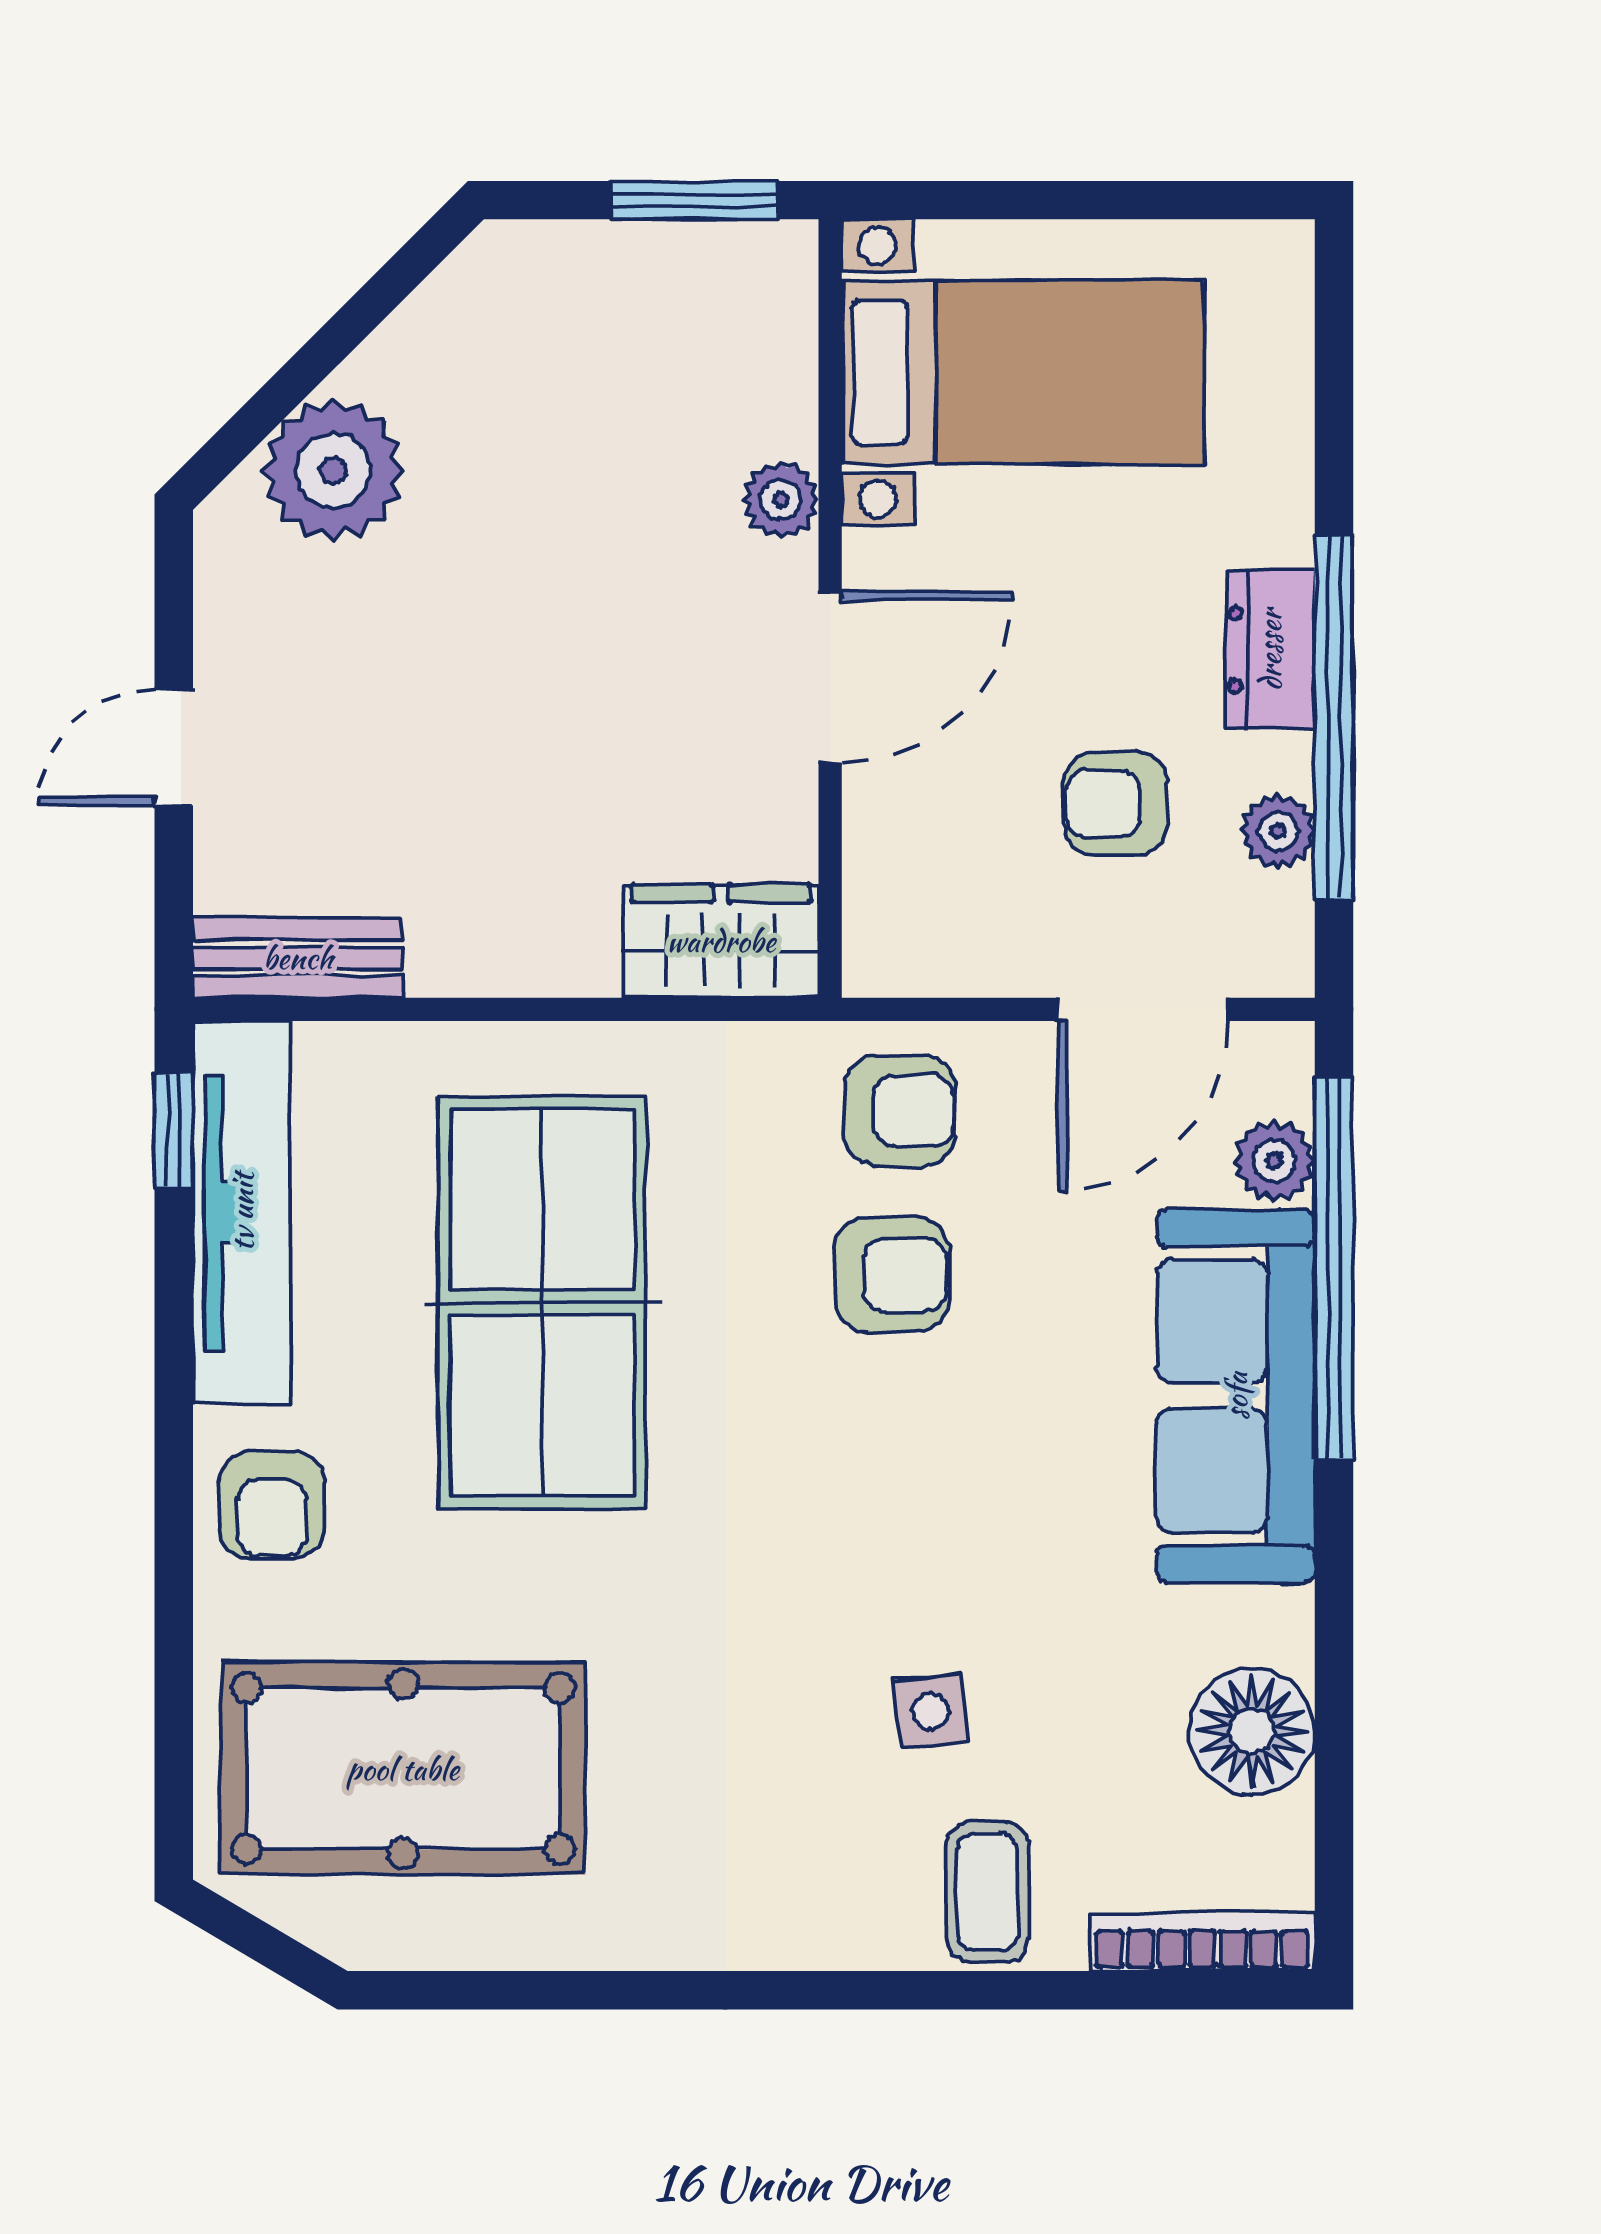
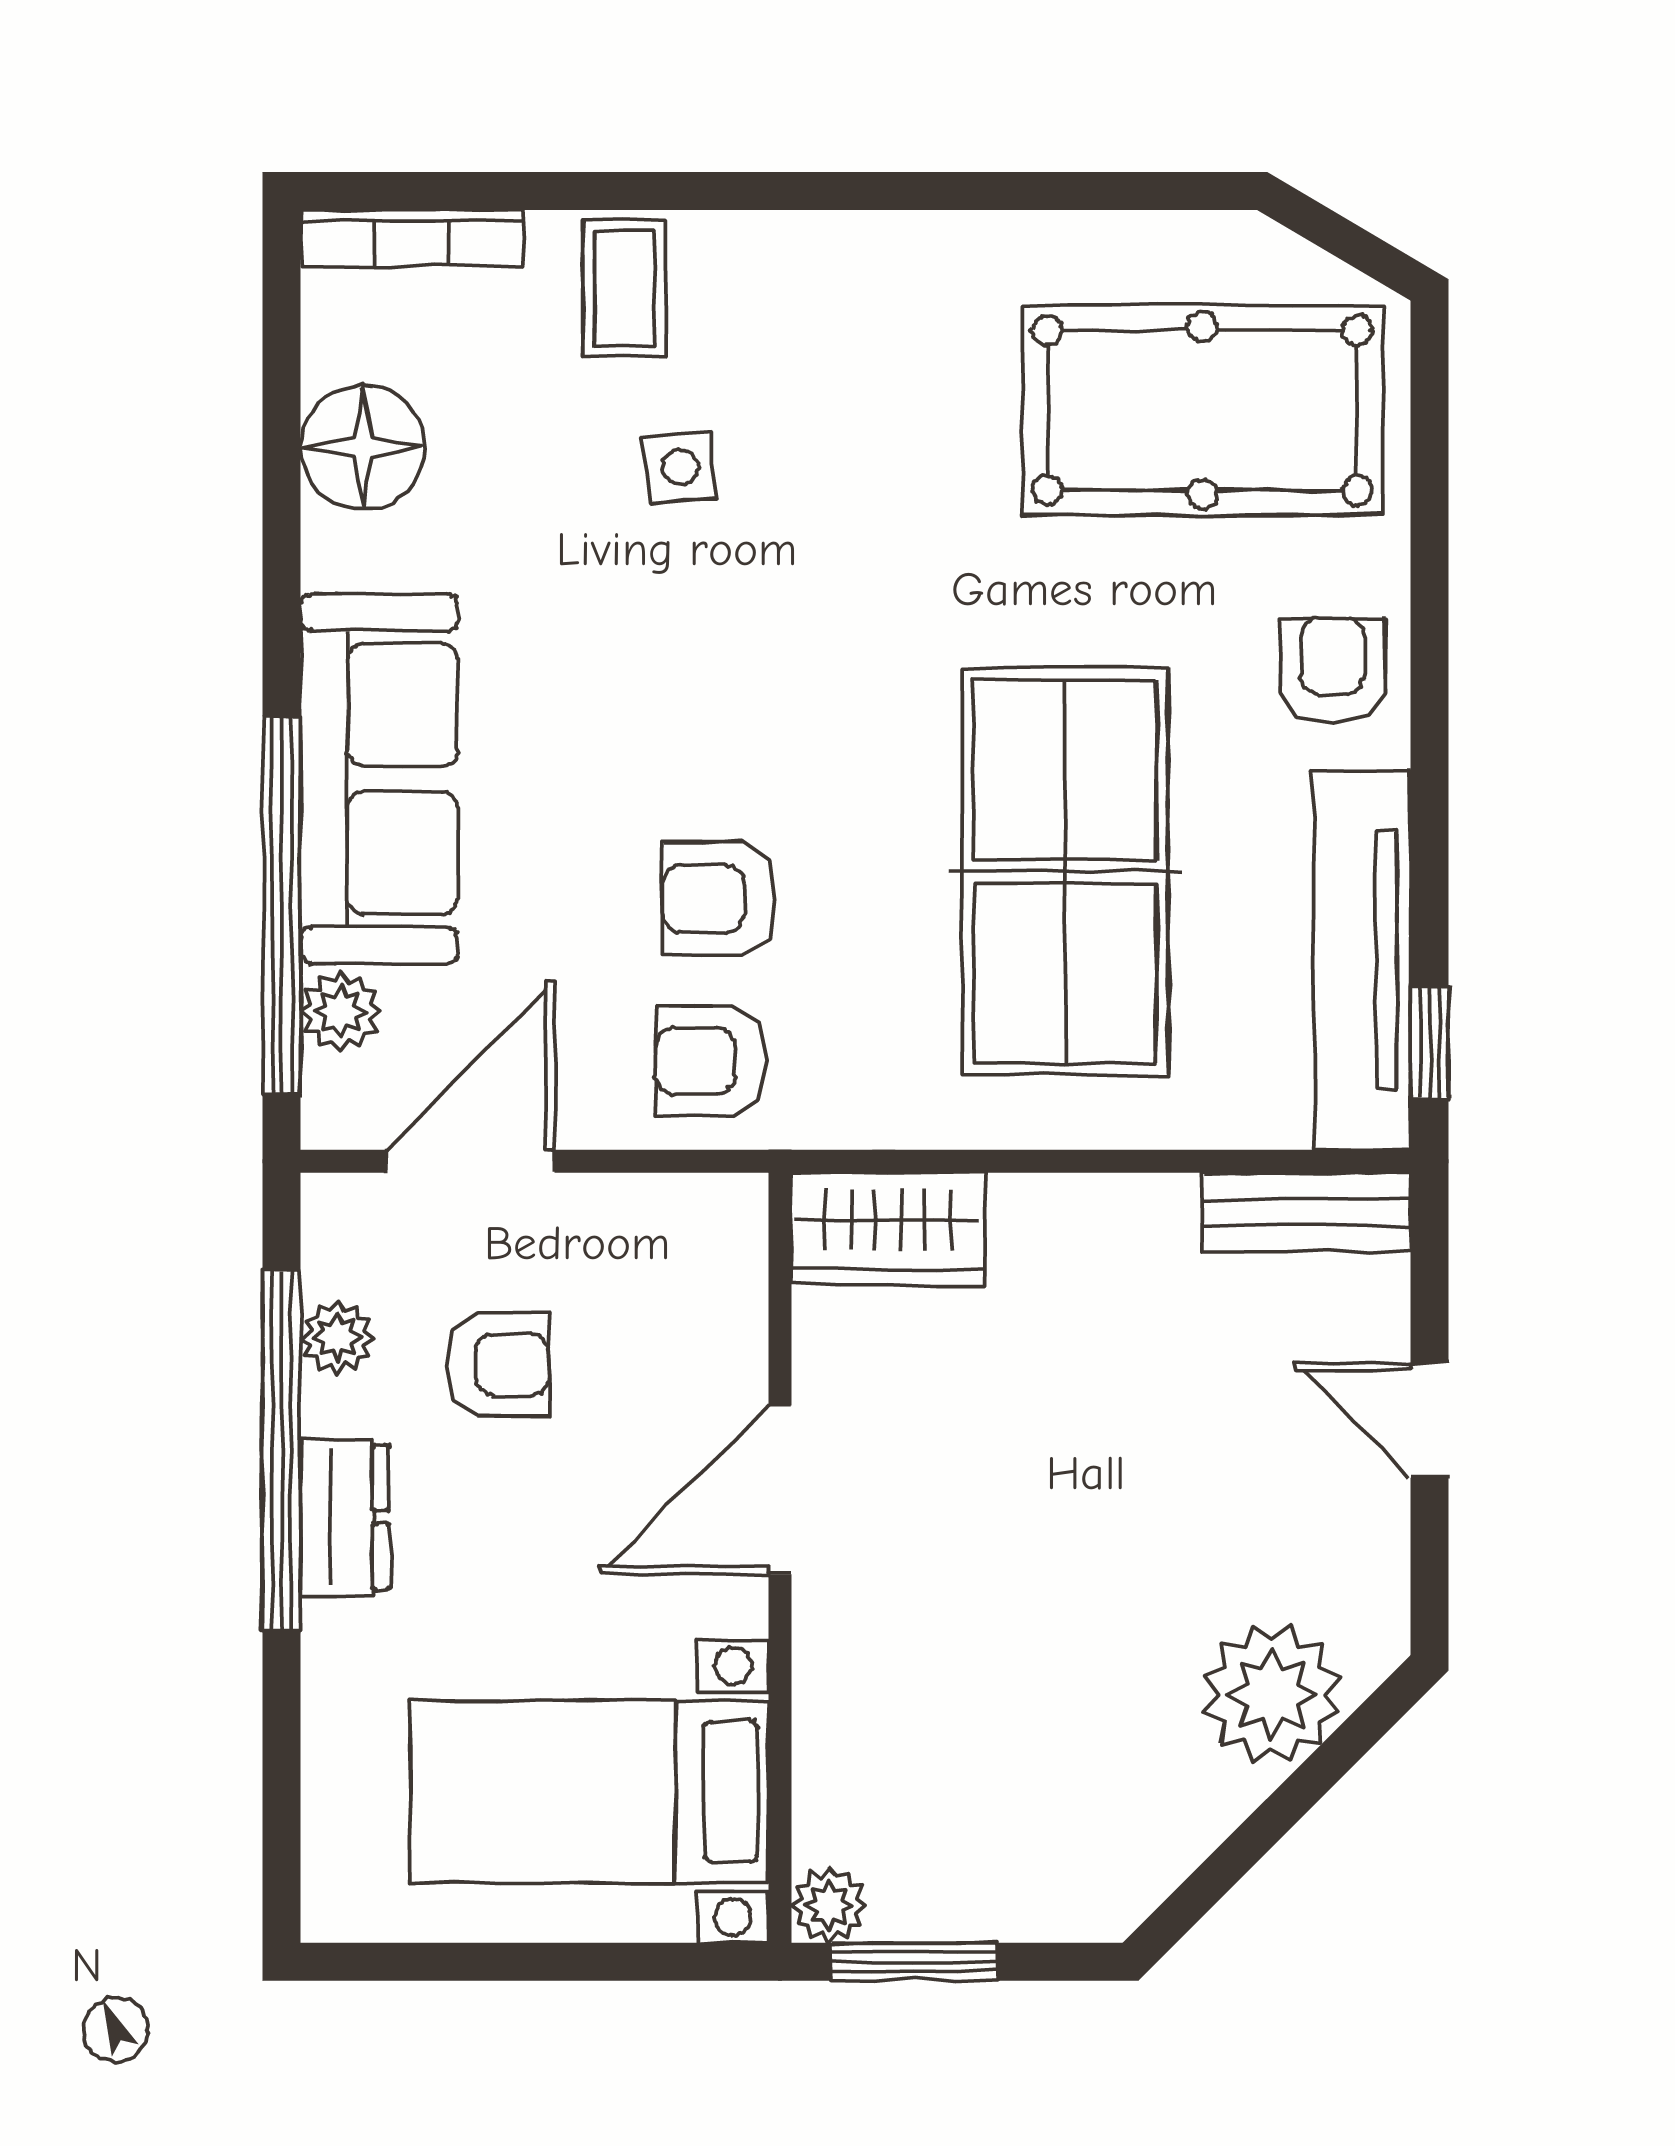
plant: (781, 500) -> (829, 1905), moved
door: (174, 747) -> (1429, 1420), swing flipped

